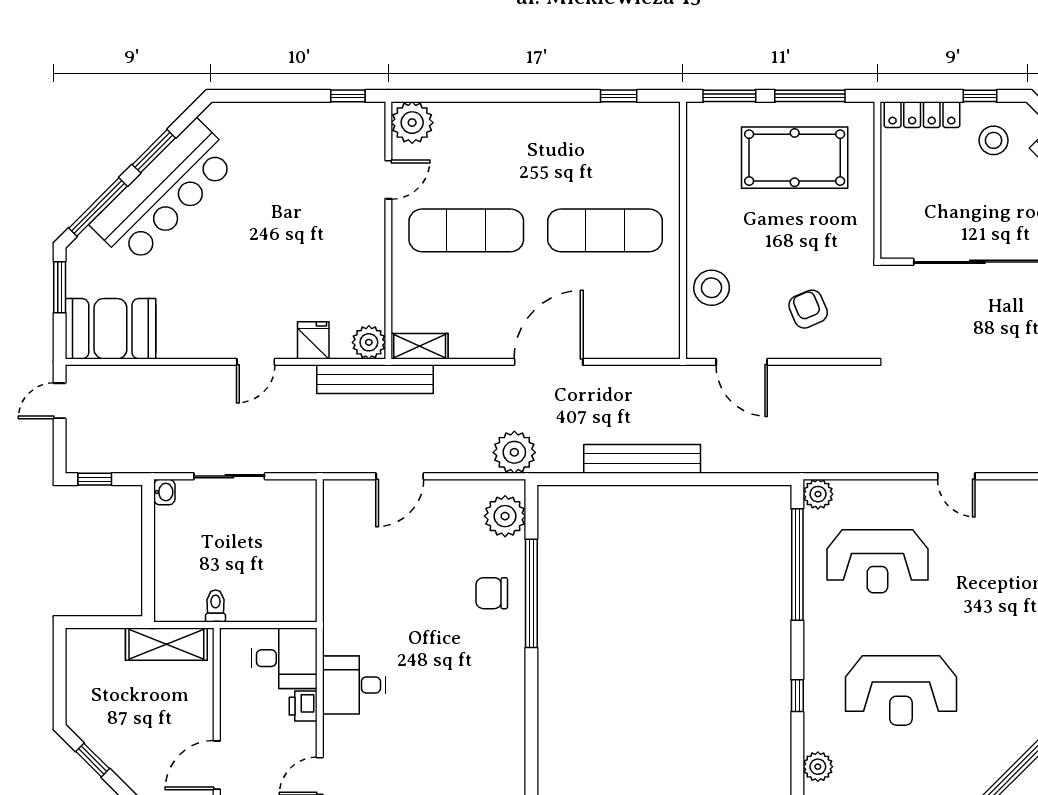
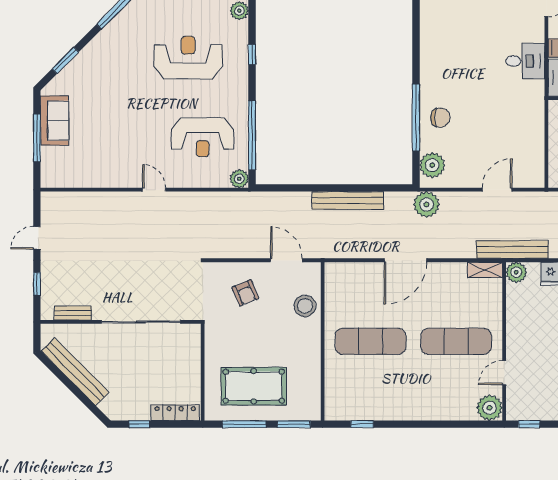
stool: (994, 140) -> (131, 397), removed
reception desk: (877, 561) -> (203, 137), turned 180

